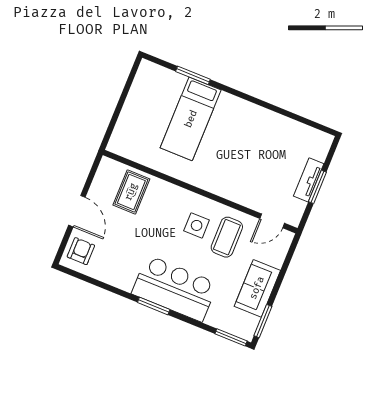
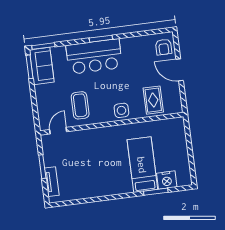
nightstand: (171, 82) -> (167, 180), added
tv unit: (309, 180) -> (52, 182), moved
side table: (197, 225) -> (121, 110), moved
sofa: (257, 288) -> (42, 66), moved

